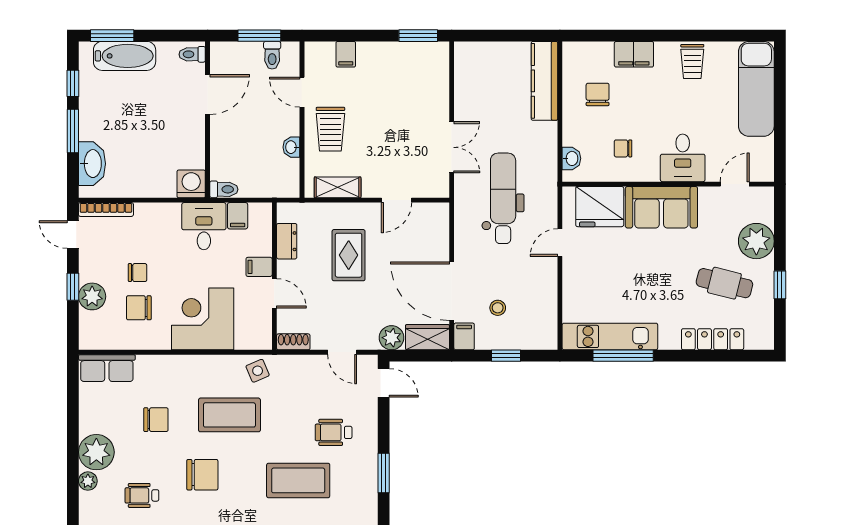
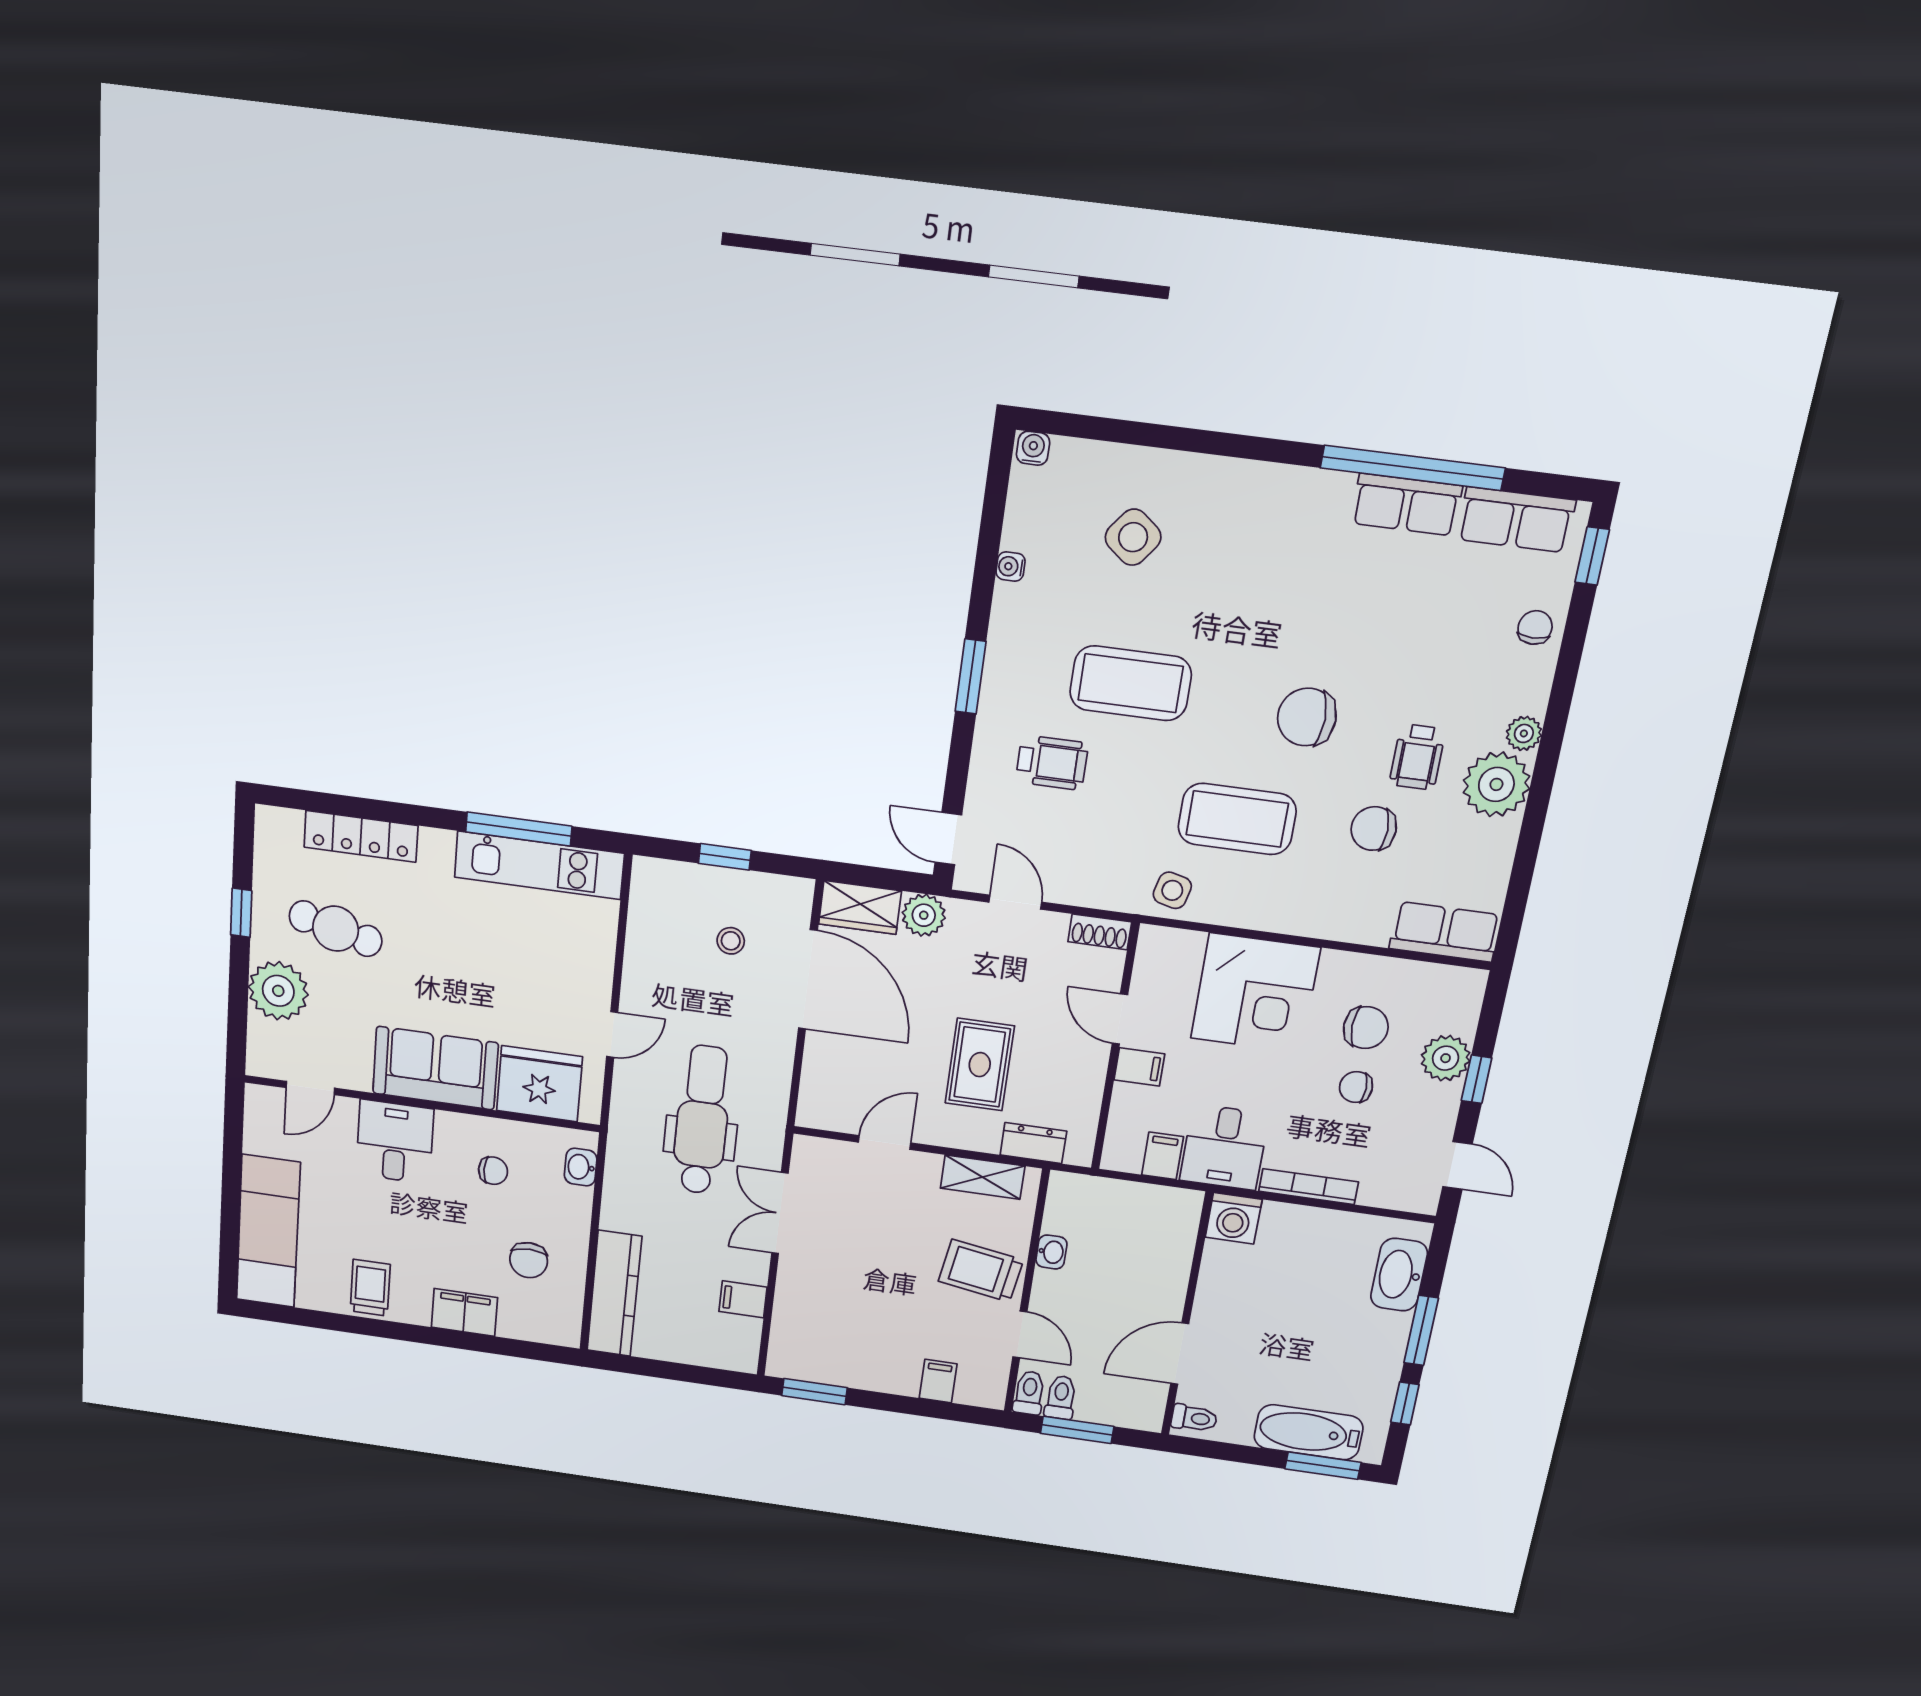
trolley: (330, 129) -> (981, 1271), turned -81
toilet: (224, 189) -> (1029, 1393), moved, turned 90
dental chair: (503, 198) -> (702, 1120), turned 180
bookcase: (106, 210) -> (1309, 1187), moved
dresser: (287, 241) -> (1033, 1143), moved, turned 90
filing cabinet: (464, 336) -> (743, 1299), moved, turned 90
side table: (258, 371) -> (1172, 890), turned 37
wheelchair: (142, 495) -> (1417, 757), moved, turned 90

